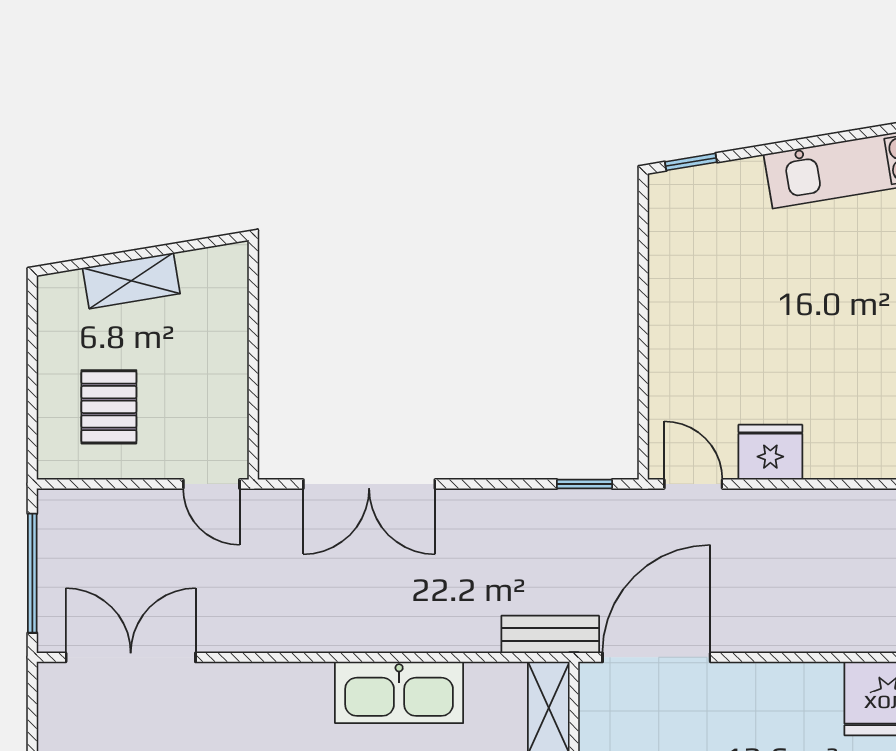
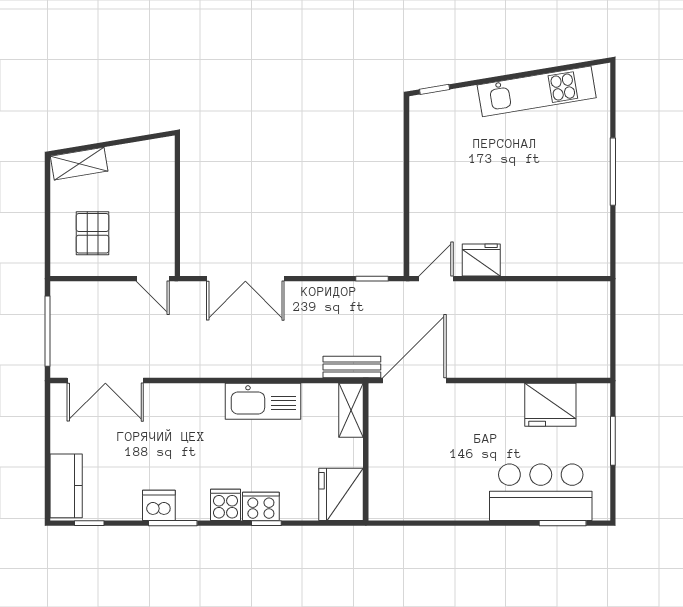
shelving: (131, 281) -> (79, 164), moved
door: (693, 484) -> (436, 279), hinge flipped
double door: (131, 657) -> (105, 381), swing flipped

